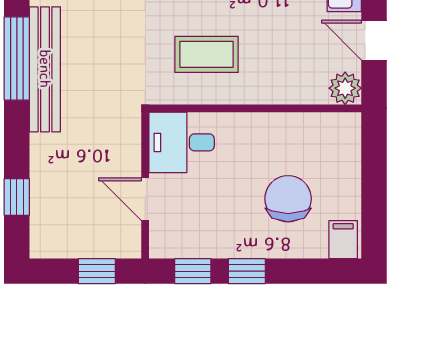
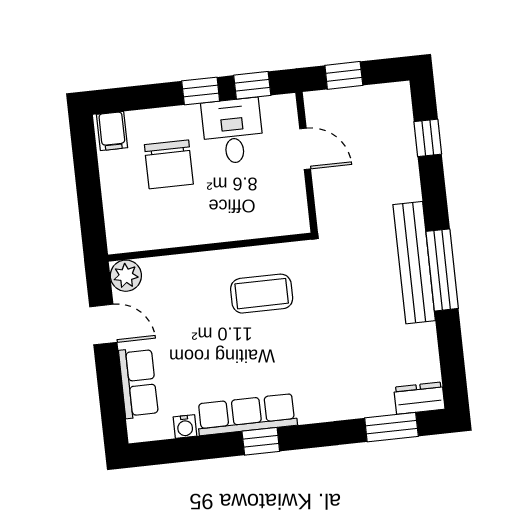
desk: (182, 142) -> (233, 131), moved, turned -90

